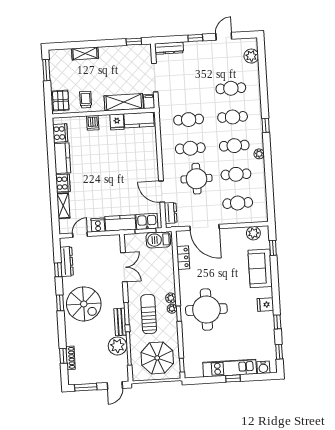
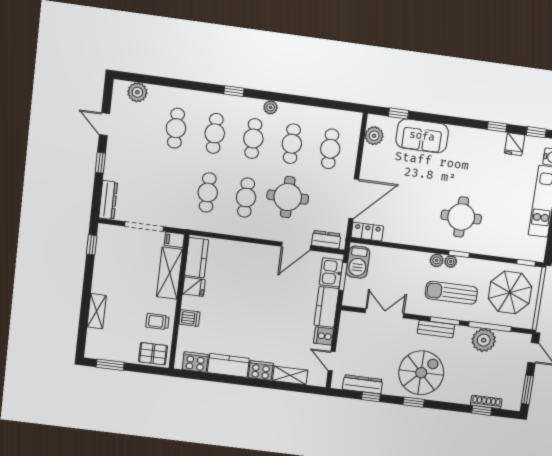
locker: (183, 258) -> (367, 232), moved
fridge: (265, 305) -> (515, 144), moved
round table: (206, 310) -> (461, 217), width x0.73, depth x0.73
bench: (120, 322) -> (436, 329), moved

